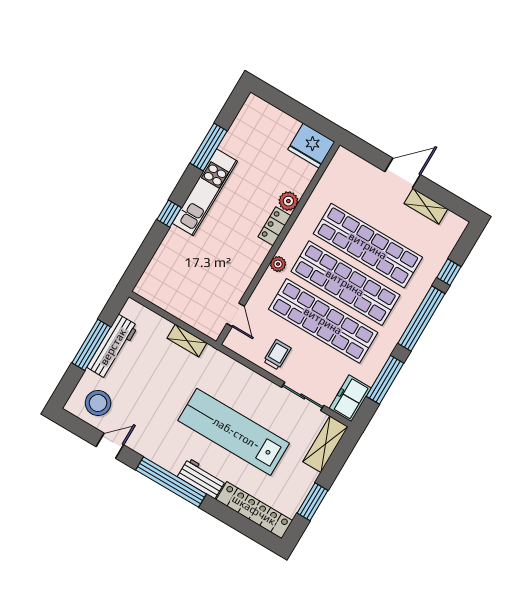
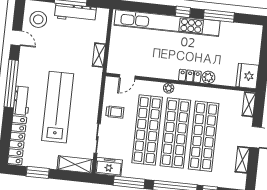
shelving: (352, 162) -> (249, 104), added
kitchen unit: (205, 192) -> (167, 23), width x1.86
window: (169, 214) -> (183, 12), moved

